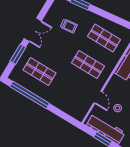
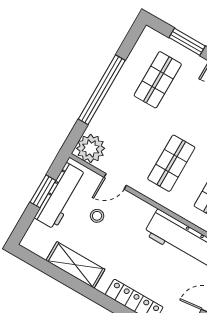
window: (30, 95) -> (102, 90), moved
plant: (79, 111) -> (91, 148), added

